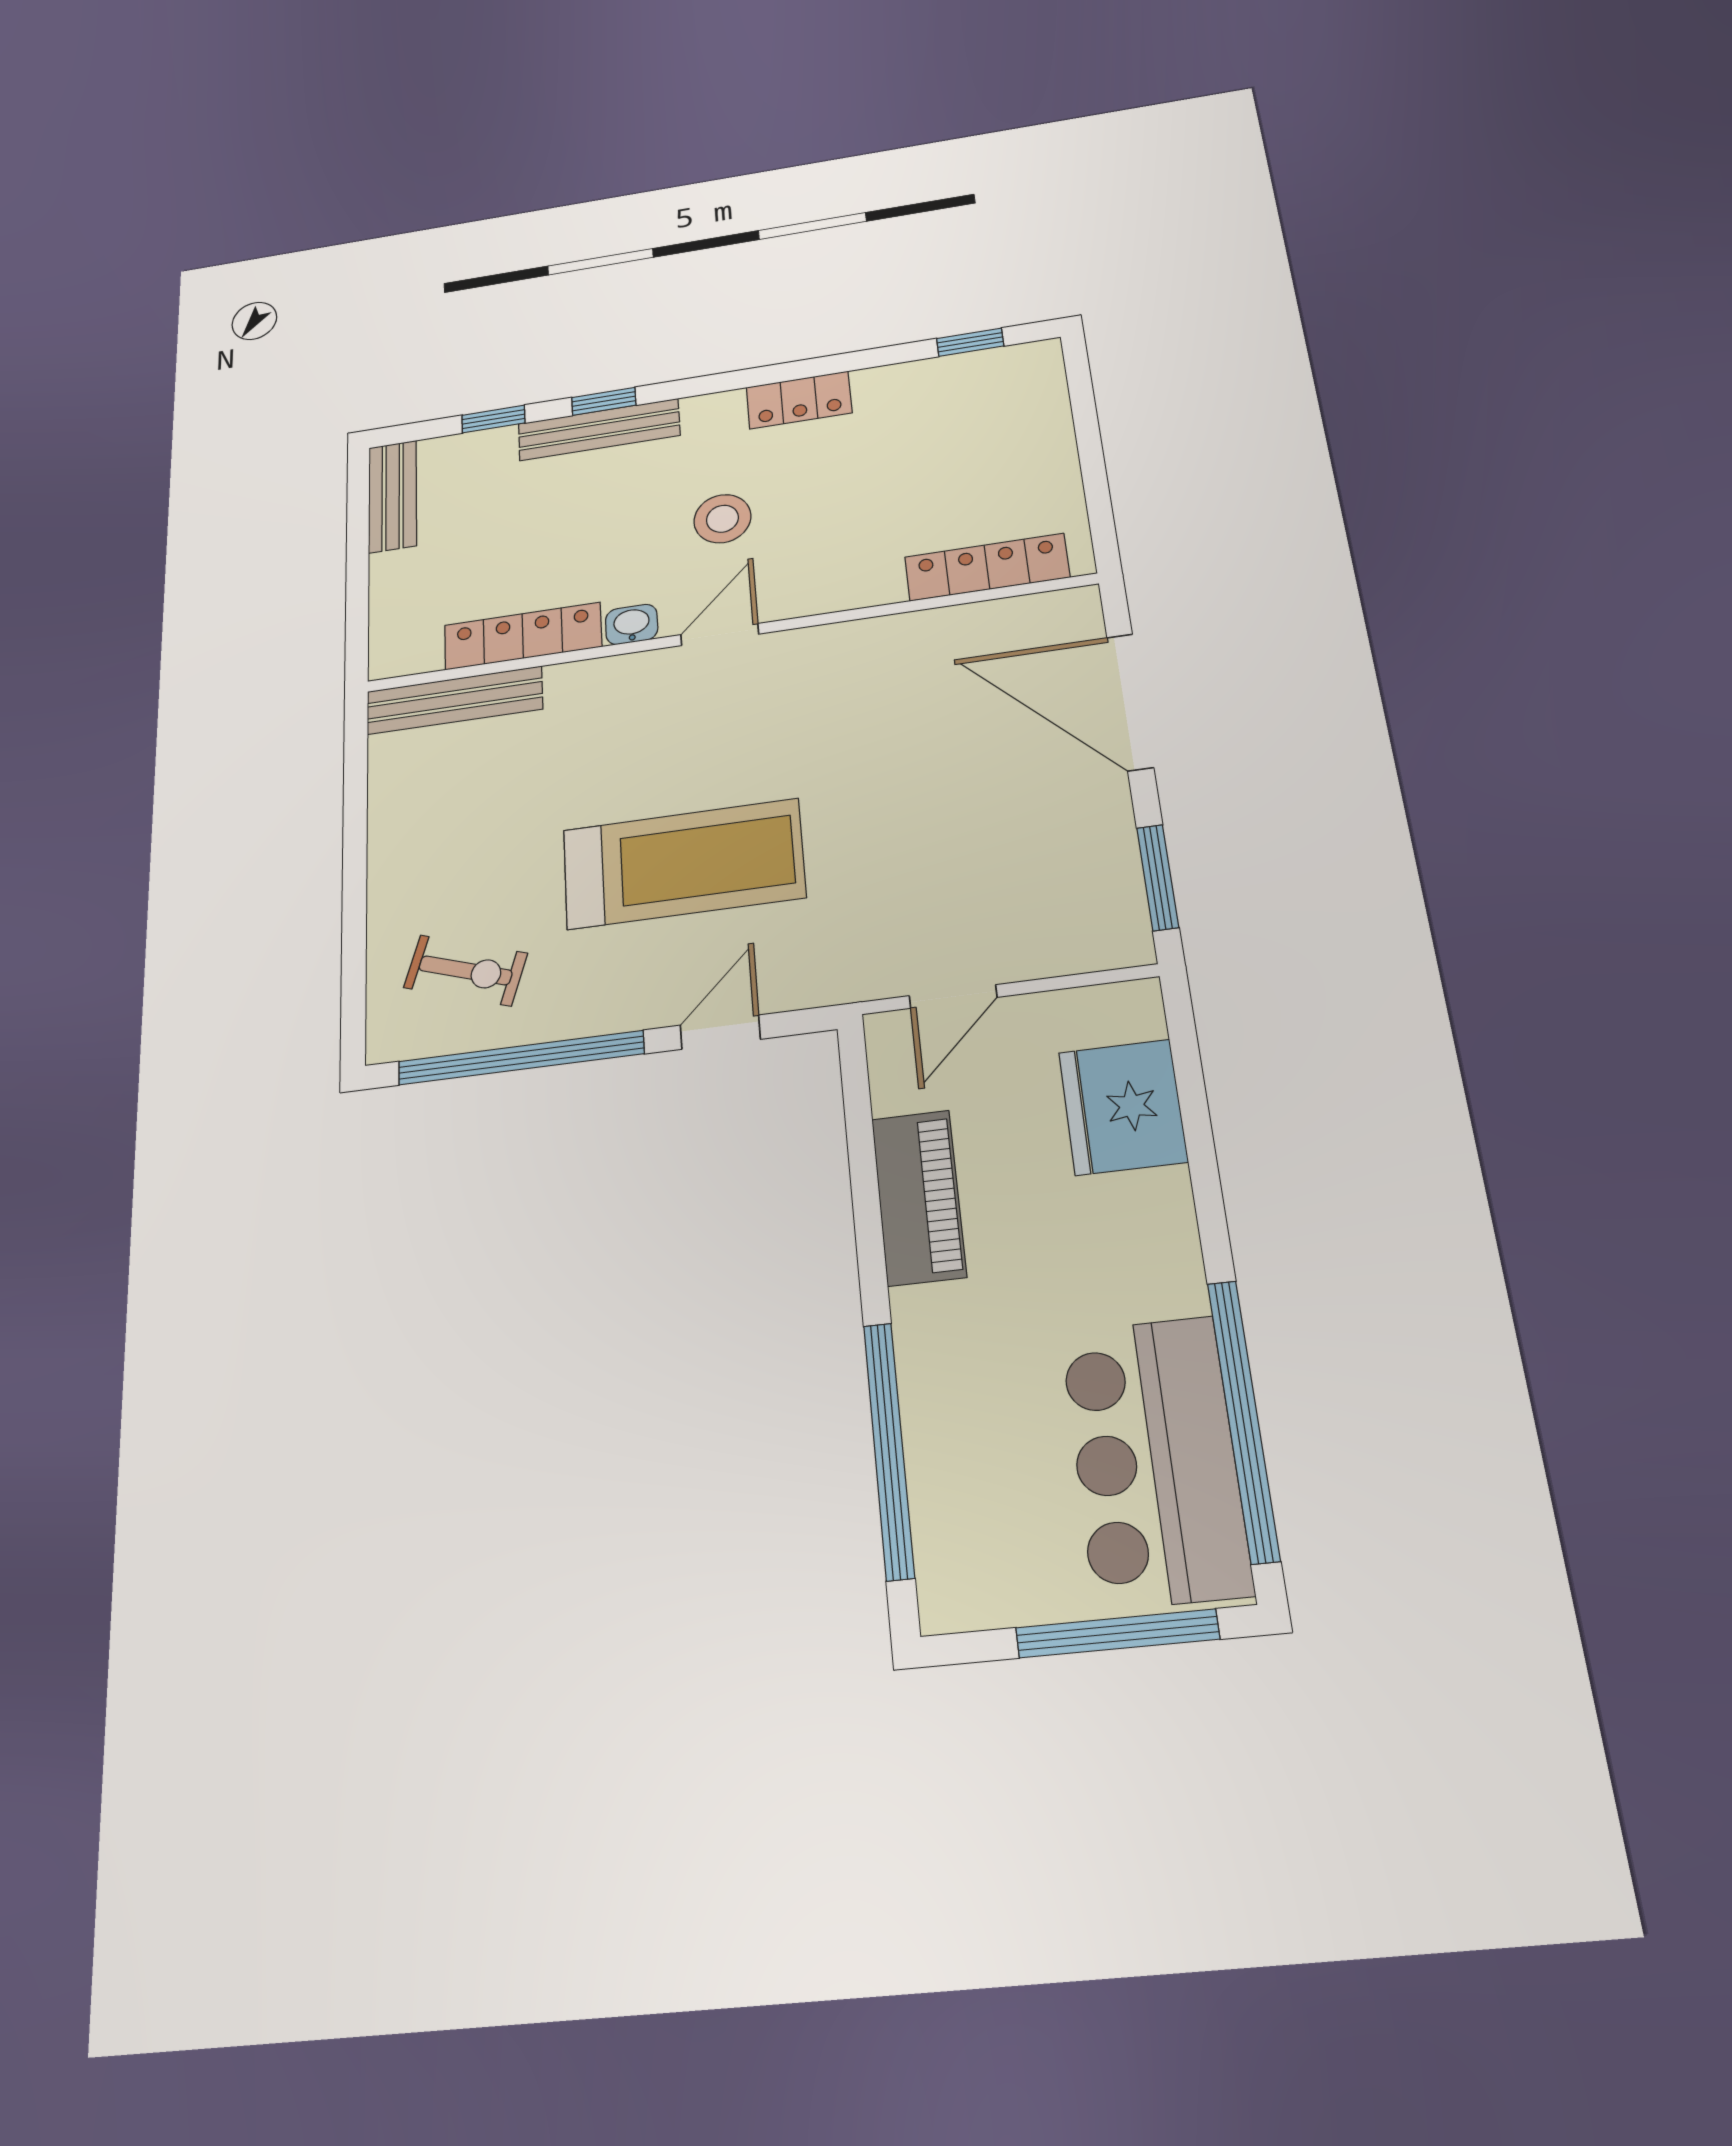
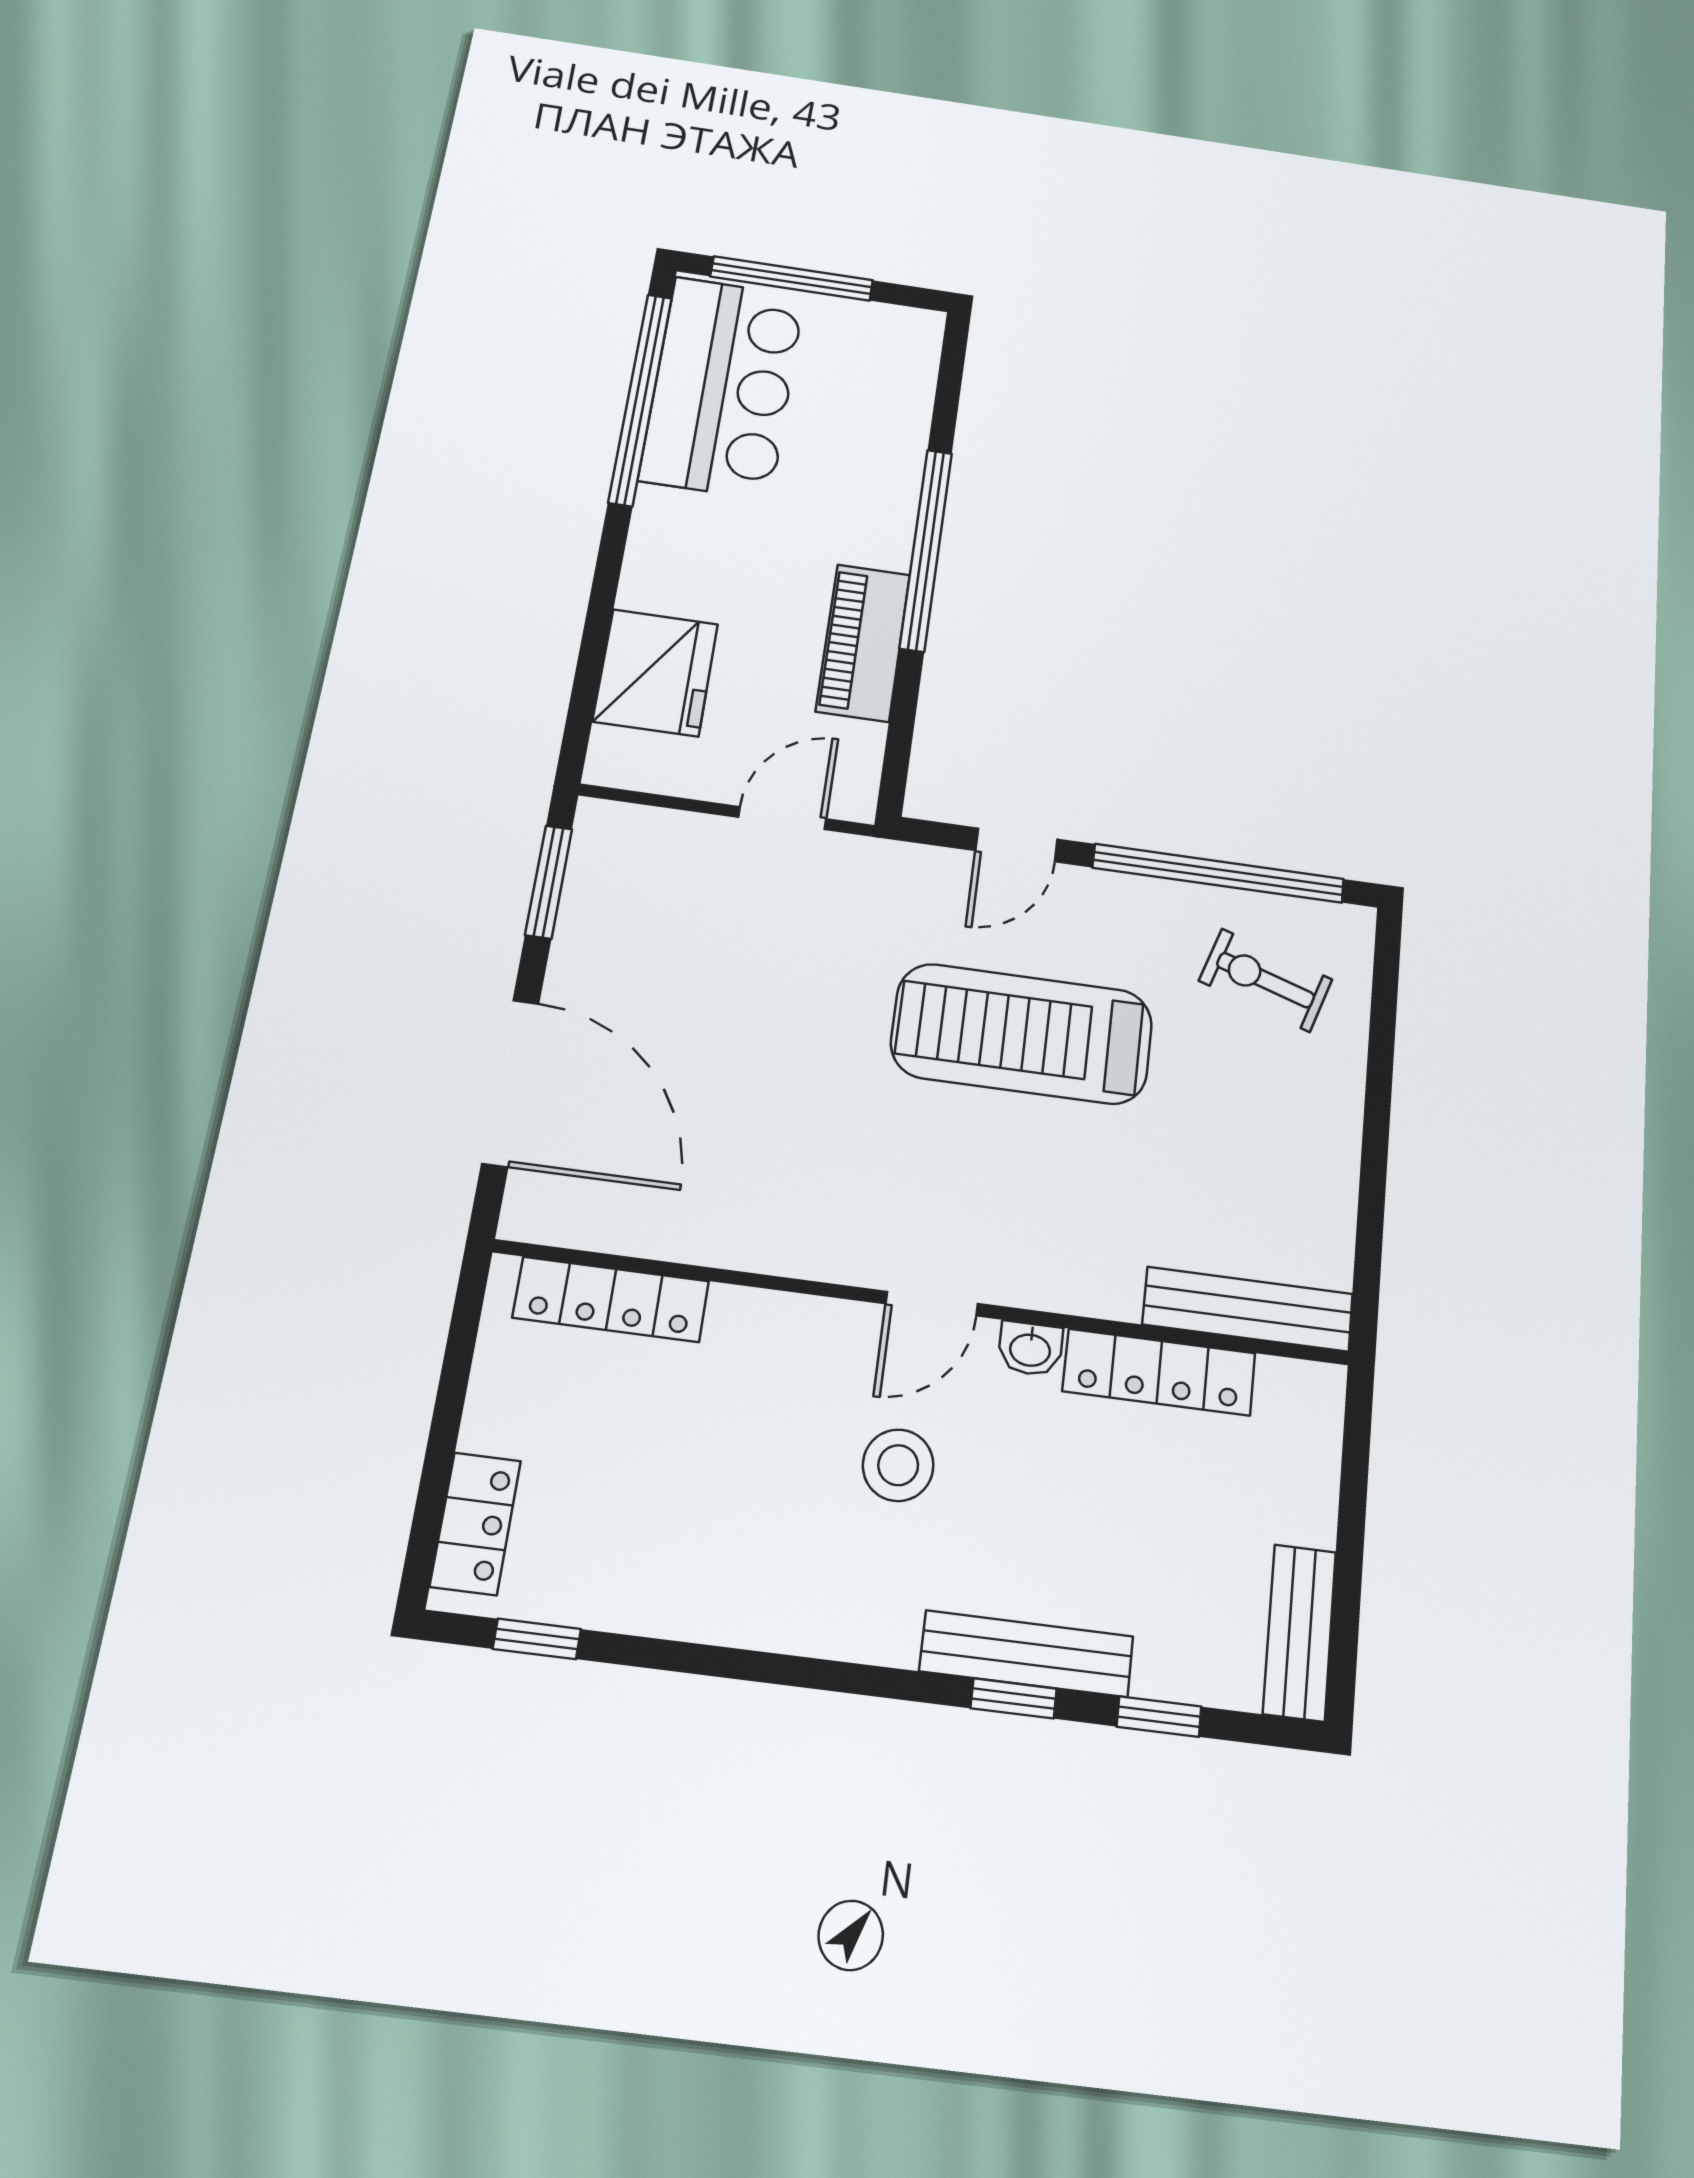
locker: (799, 400) -> (475, 1523), moved, turned 90
window: (889, 1449) -> (926, 550), moved

